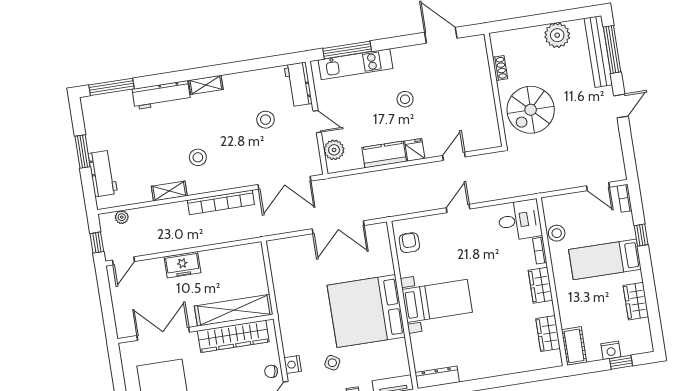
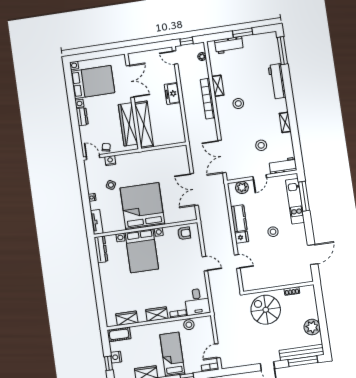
shelving: (206, 85) -> (285, 122), moved
bookcase: (221, 202) -> (208, 99), moved
bed with nightstands: (437, 301) -> (142, 251), width x1.36

